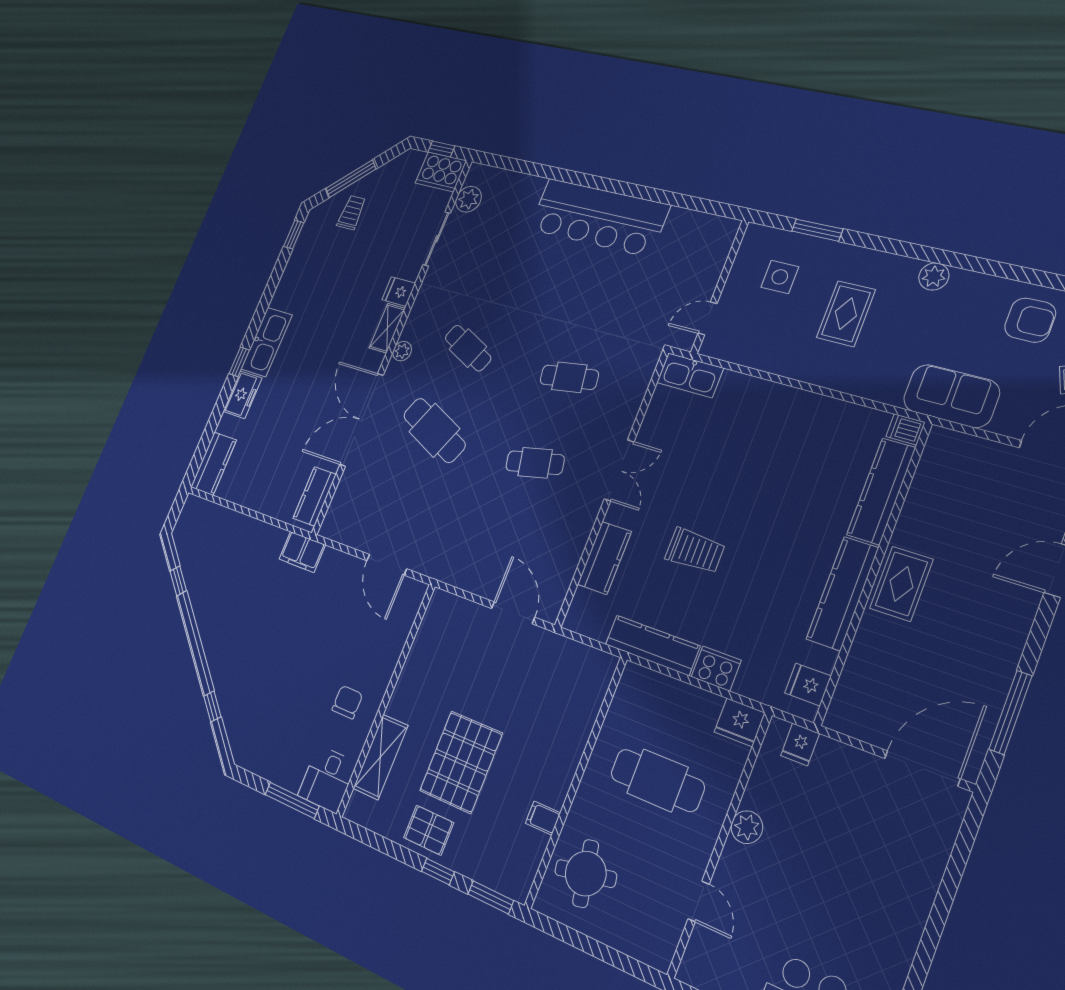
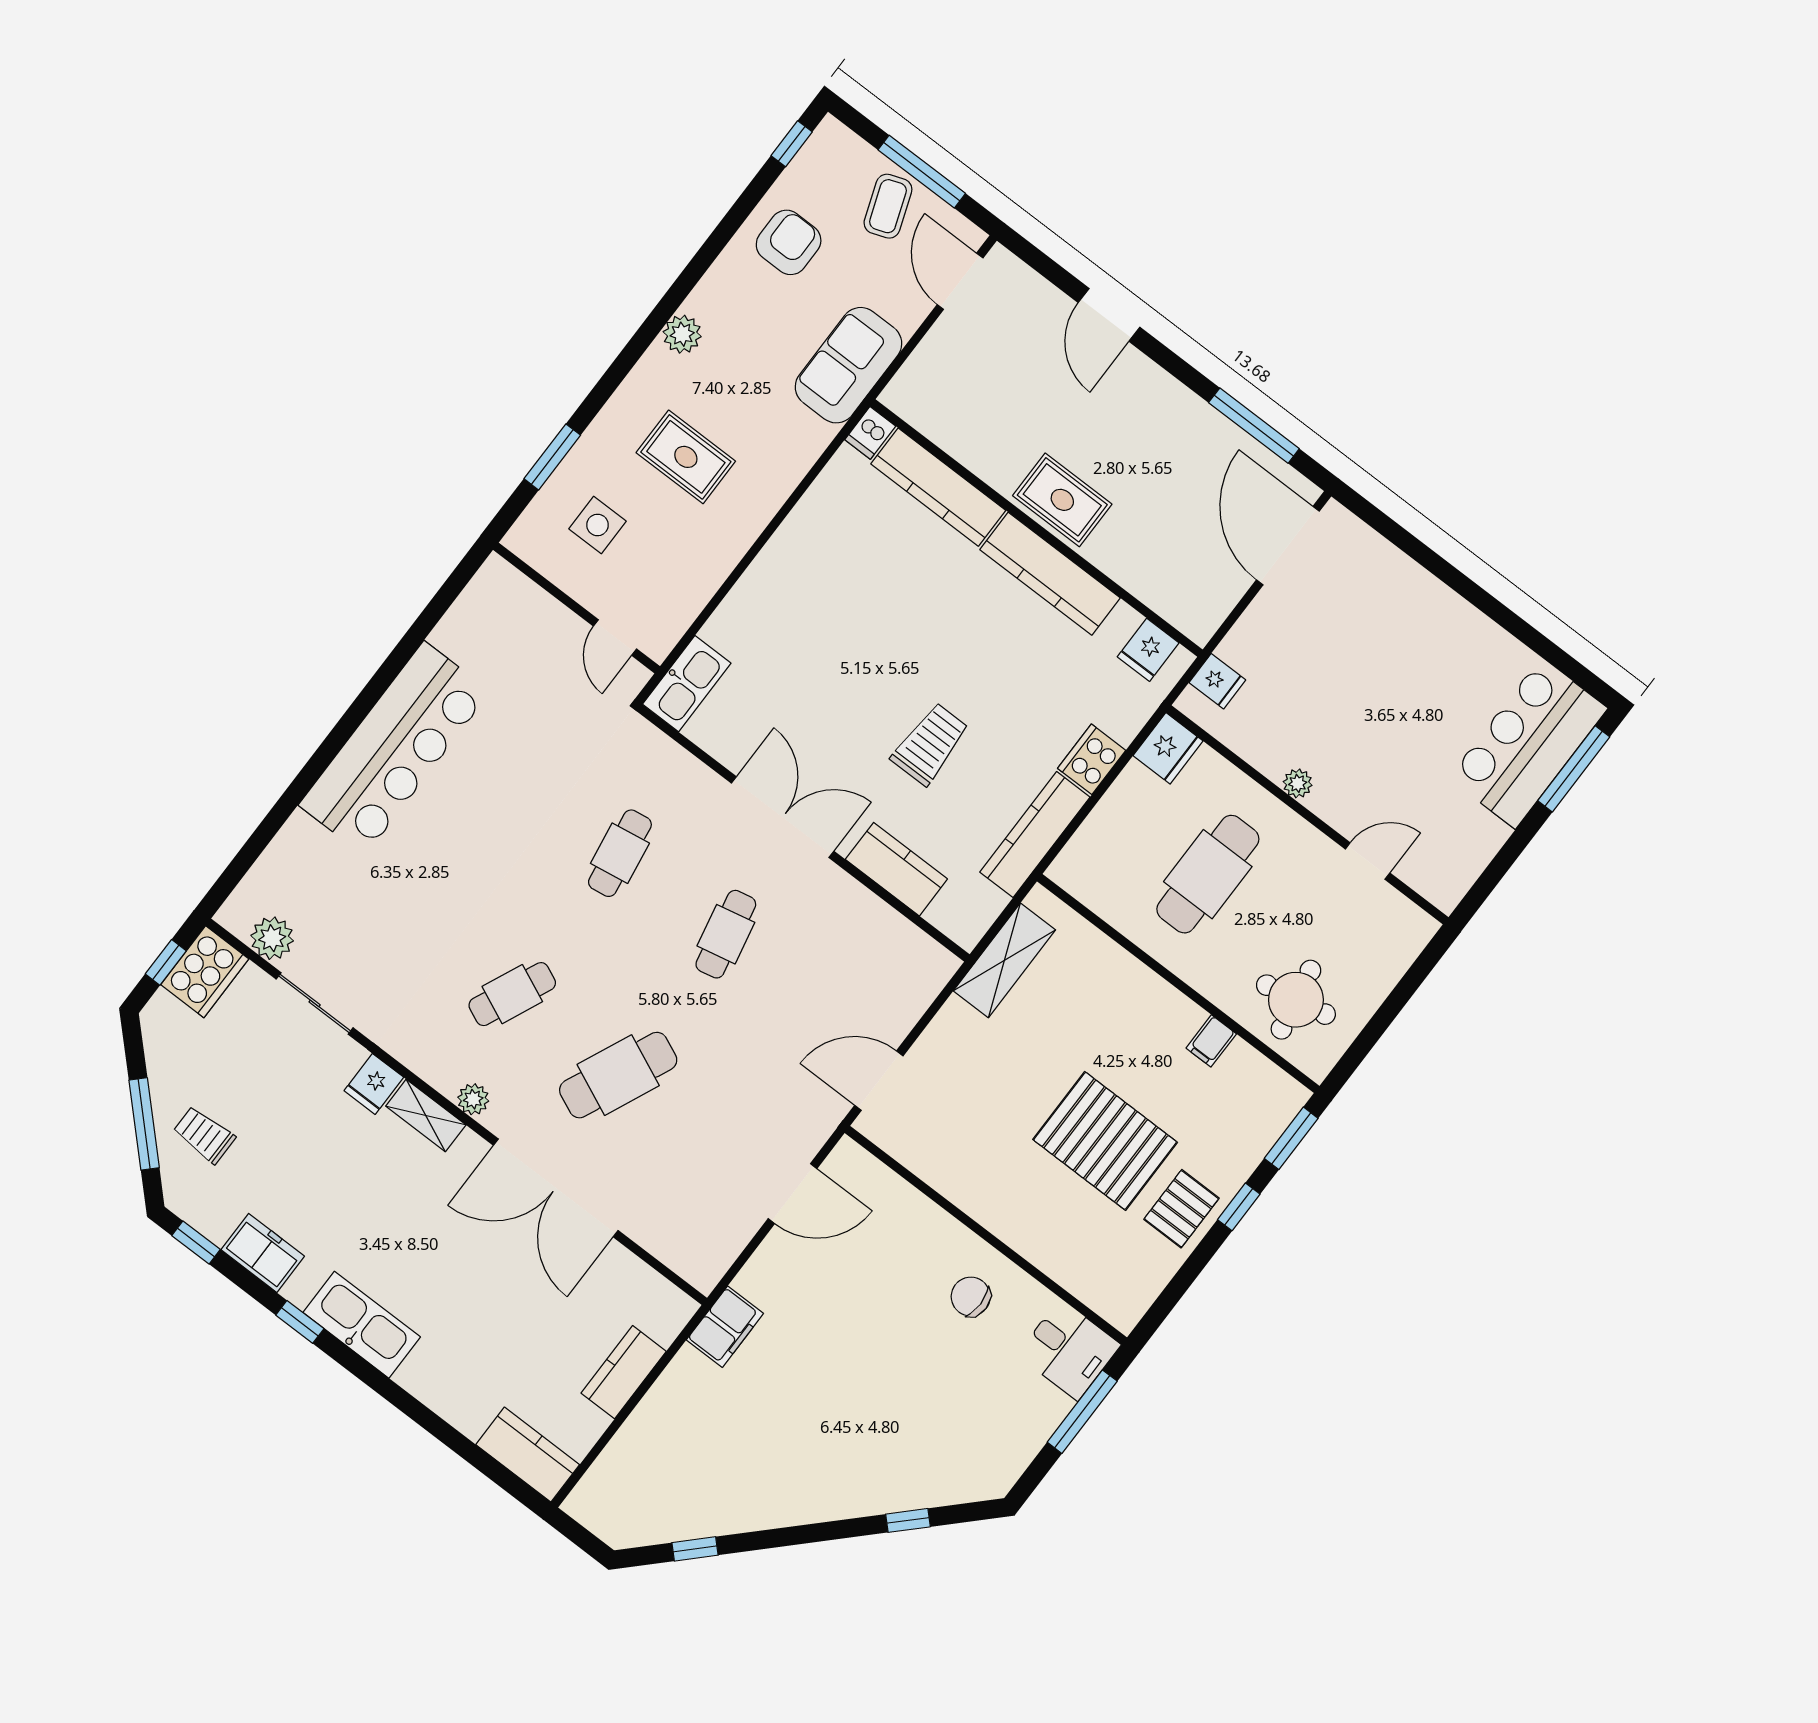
window: (239, 362) -> (300, 1322), moved
freezer: (242, 395) -> (263, 1253), moved
double door: (619, 470) -> (783, 817), width x1.37
kitchen counter: (315, 496) -> (624, 1372), moved, turned 90
door: (513, 613) -> (879, 1081), moved
shelving: (380, 757) -> (1004, 960), moved, turned 90
plant: (747, 827) -> (1298, 783), width x0.73, depth x0.73

